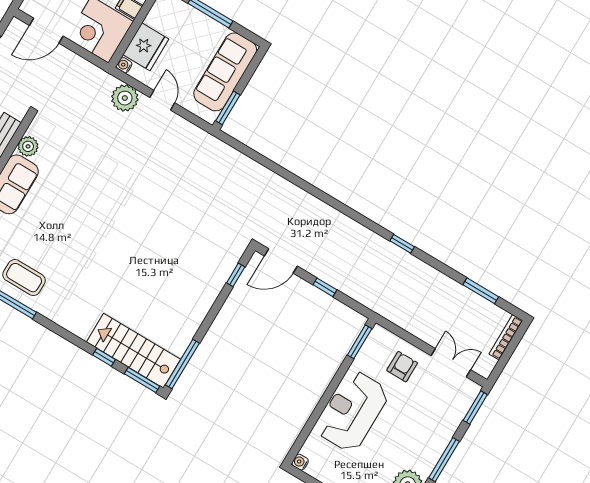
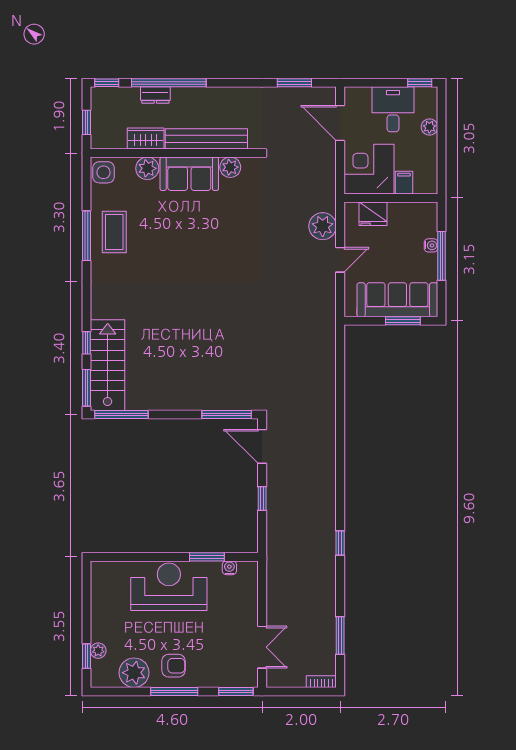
fridge: (146, 47) -> (373, 214), width x0.73, depth x0.75
water cooler: (124, 65) -> (431, 245), moved, turned 90
window: (228, 108) -> (403, 321), moved
window: (236, 275) -> (227, 414), width x2.17
bookcase: (506, 337) -> (321, 682), width x0.64
window: (360, 342) -> (207, 557), moved
armchair: (402, 367) -> (174, 666), moved
water cooler: (300, 462) -> (229, 568), moved

